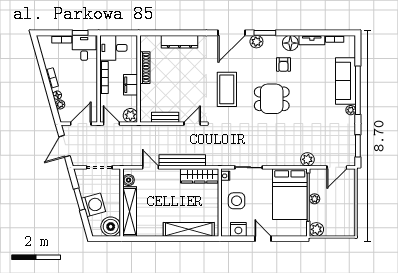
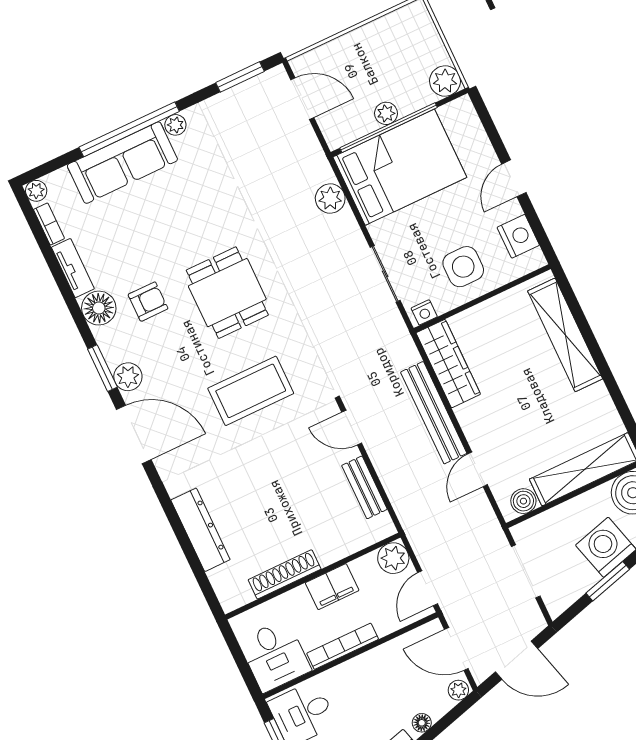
plant: (351, 40) -> (36, 191), added
plant: (60, 104) -> (458, 690), moved
plant: (307, 159) -> (330, 199), moved

